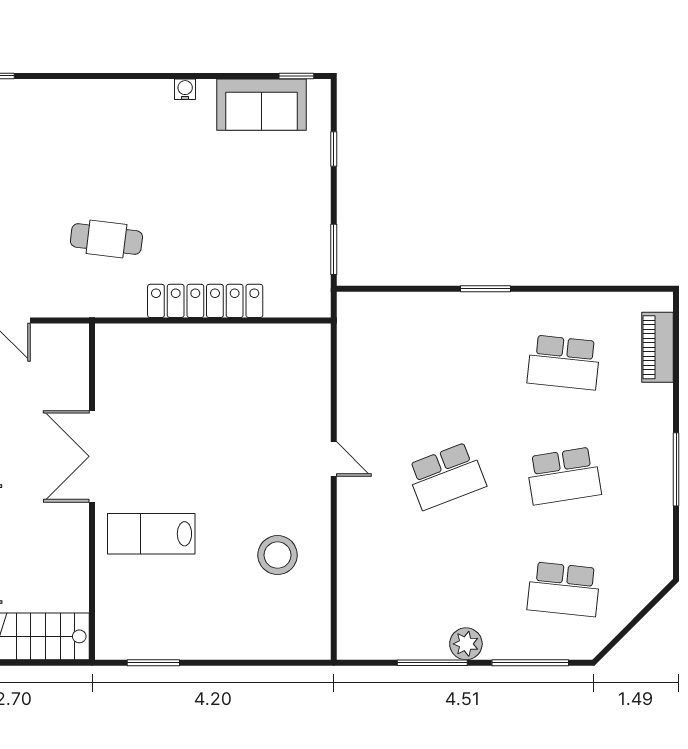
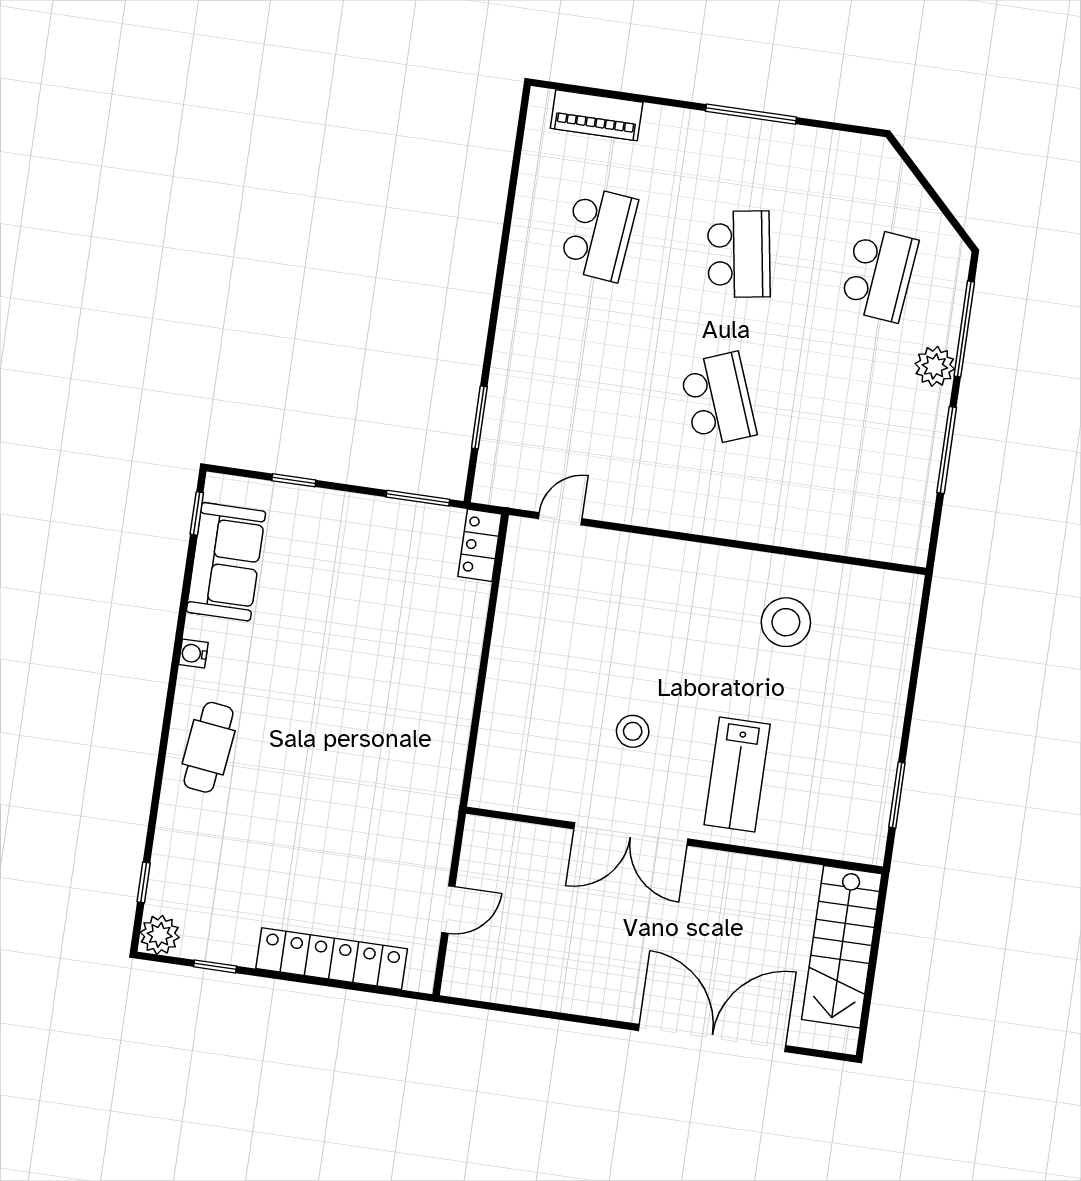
cafe table: (106, 239) -> (209, 747), moved
window: (485, 289) -> (479, 417), moved
locker: (205, 301) -> (480, 545), moved, width x0.46, depth x0.83
stool: (174, 446) -> (633, 731), added
door: (334, 459) -> (560, 519), moved
plant: (466, 644) -> (935, 366), moved

